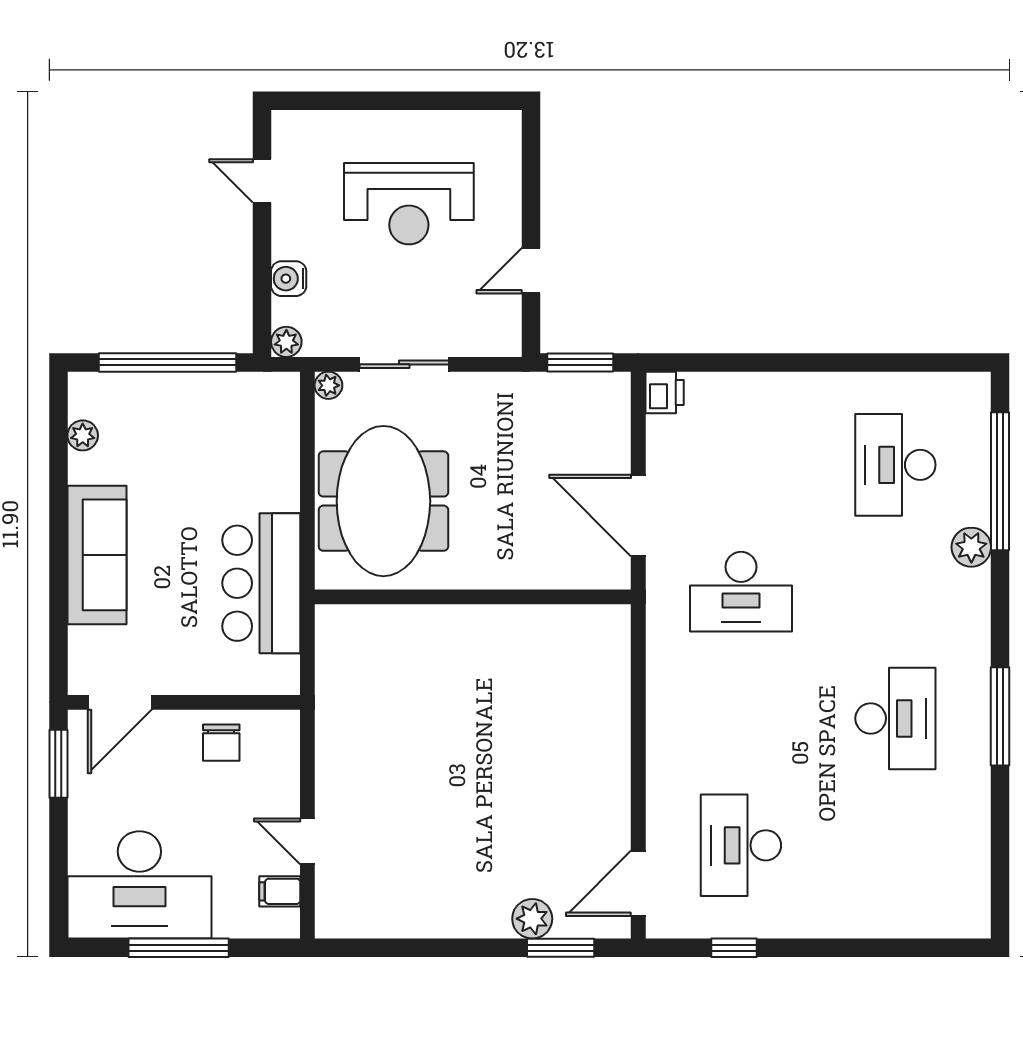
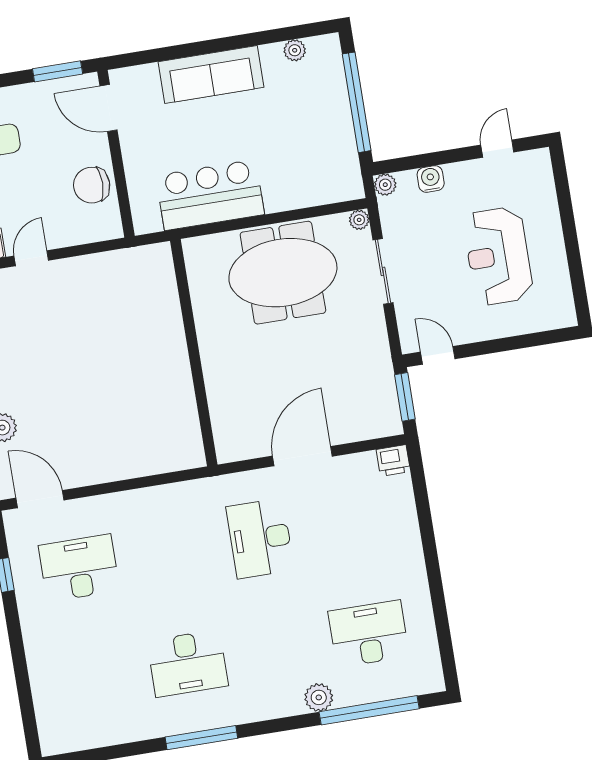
door: (531, 271) -> (438, 355), moved
wall: (473, 597) -> (194, 353), moved
chair: (221, 743) -> (92, 185), width x1.37, depth x1.37

